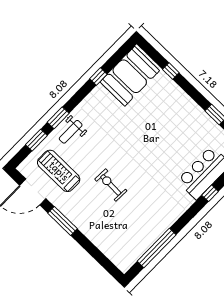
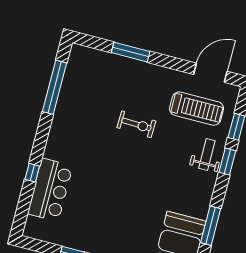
window: (98, 77) -> (211, 226), width x2.17
window: (63, 221) -> (131, 52), moved

